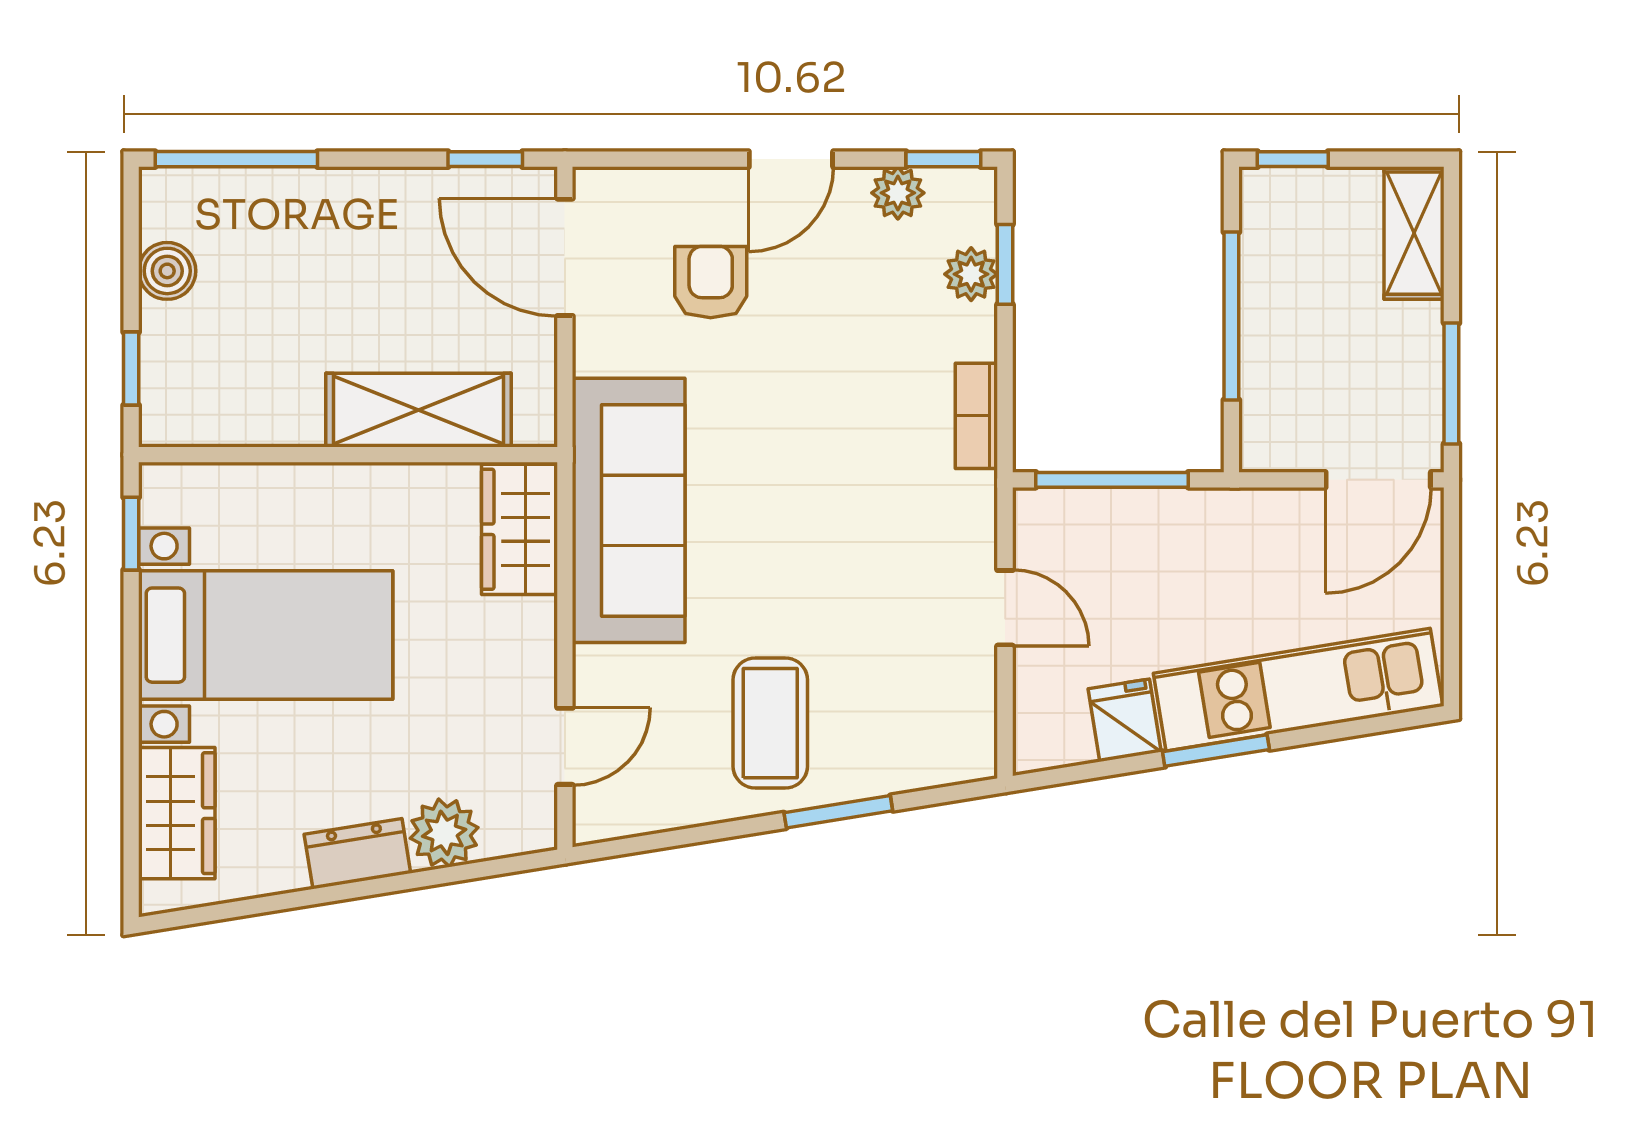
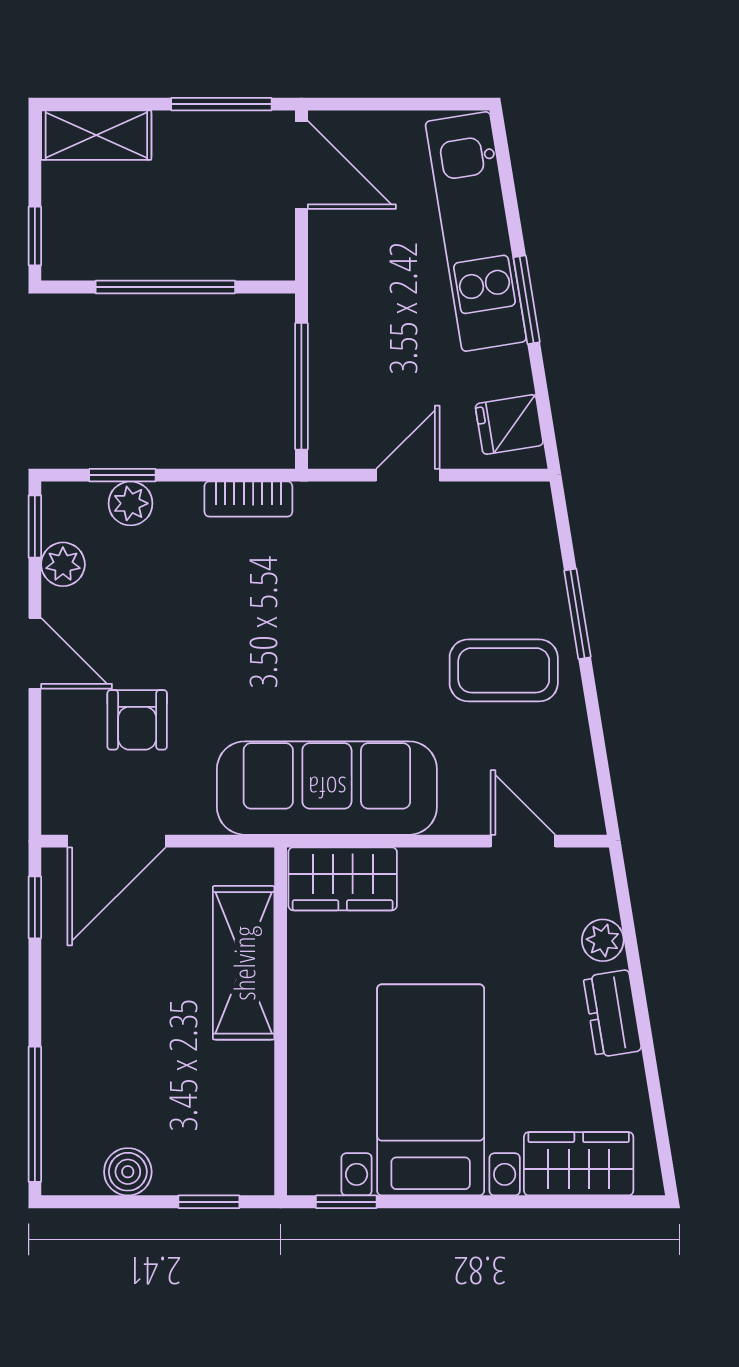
armchair: (711, 282) -> (137, 720), turned -90
fridge: (1125, 720) -> (509, 424), moved
plant: (444, 833) -> (603, 940), width x0.73, depth x0.73

